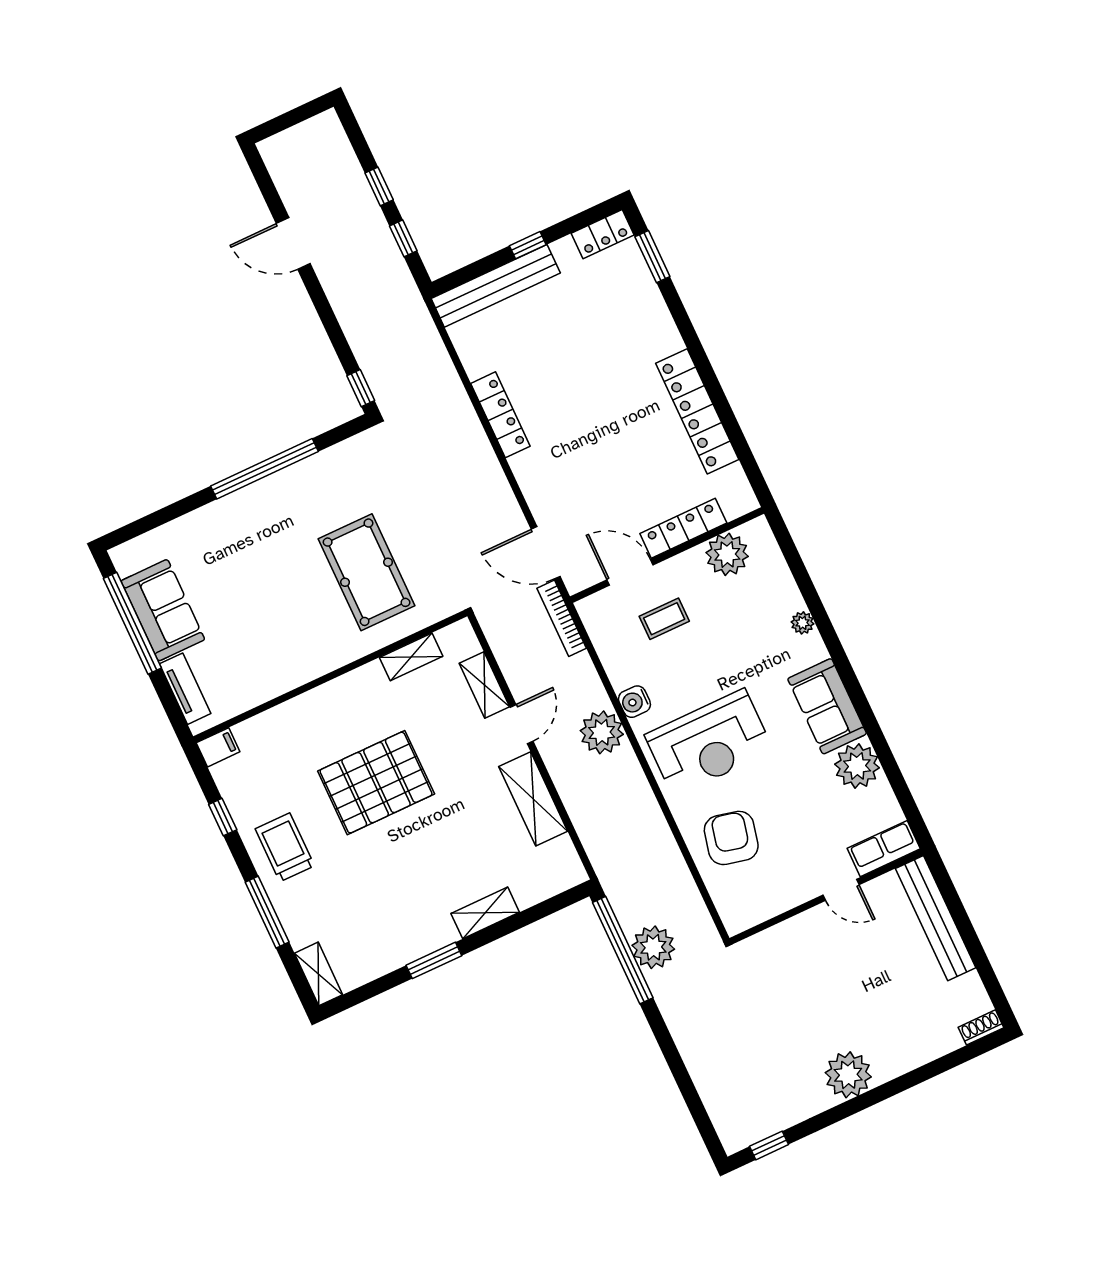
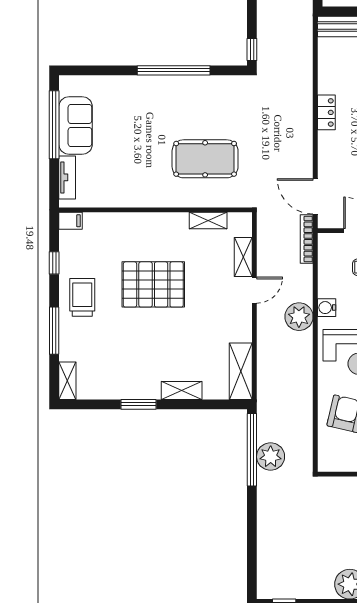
locker: (500, 415) -> (326, 112), width x0.66
pool table: (367, 572) -> (205, 159), turned 90
shelving: (533, 799) -> (241, 371), moved

